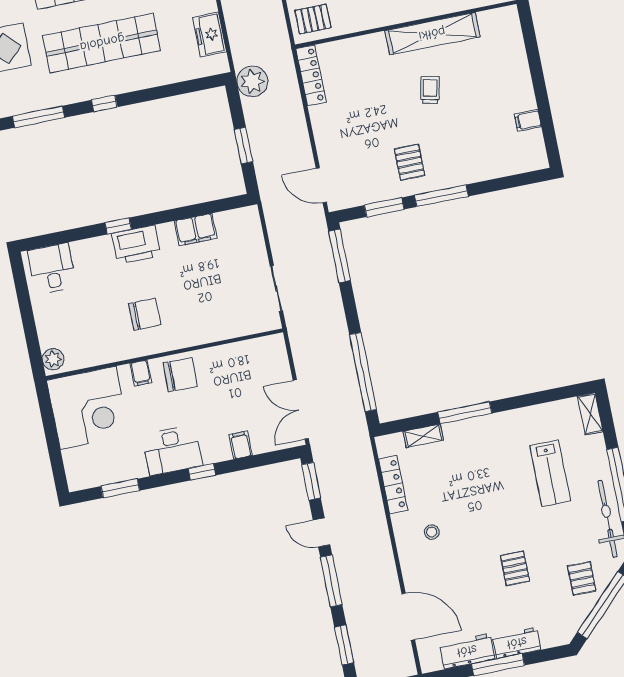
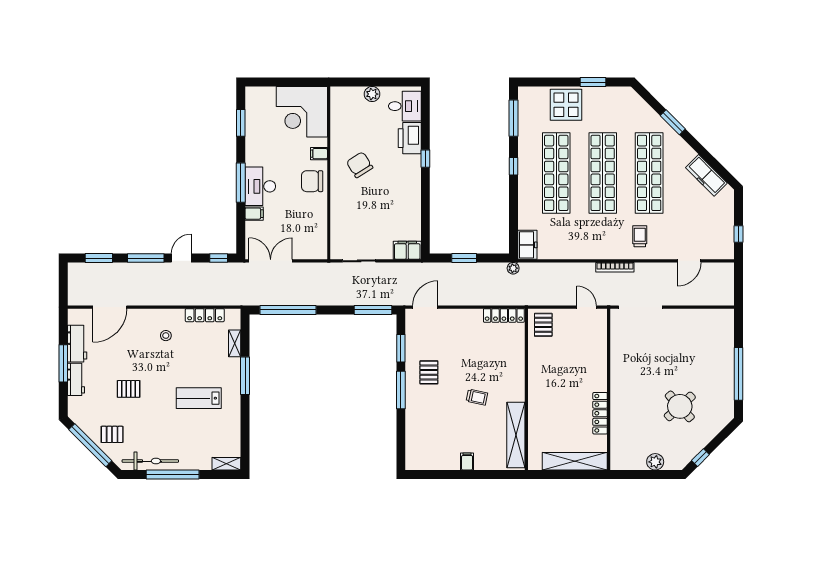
freezer: (210, 34) -> (527, 245), moved, turned 90
shelving: (432, 34) -> (516, 435), moved
plant: (252, 81) -> (513, 268), width x0.53, depth x0.53
filing cabinet: (528, 120) -> (467, 462), moved
pallet: (410, 162) -> (429, 372), turned 90
filing cabinet: (196, 230) -> (407, 250), moved, turned 90
printer: (136, 245) -> (410, 138), moved
chair: (145, 314) -> (360, 165), turned 148
plant: (53, 359) -> (372, 94), moved
chair: (180, 375) -> (312, 181), turned 89
desk: (172, 450) -> (260, 186), moved
window: (202, 472) -> (241, 183), width x2.17
lab bench: (550, 473) -> (199, 398), moved
window: (311, 481) -> (219, 258), width x0.67

